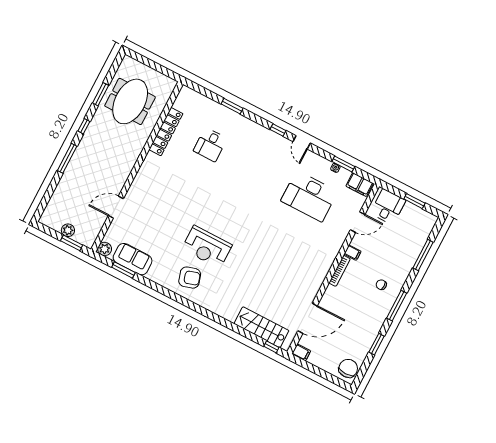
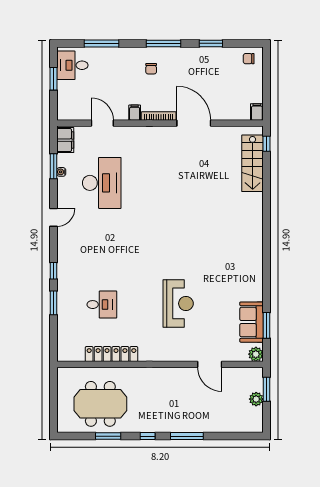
window: (278, 130) -> (54, 271), moved
desk: (388, 207) -> (72, 65), moved
reception desk: (207, 247) -> (178, 303), moved
armchair: (190, 278) -> (241, 258), removed
door: (308, 318) -> (194, 123), moved
chair: (348, 368) -> (249, 59), width x0.54, depth x0.54

